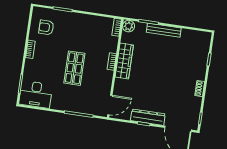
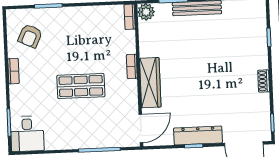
armchair: (46, 27) -> (30, 36), turned -65
wardrobe: (124, 61) -> (150, 83), moved
shop shelf: (74, 68) -> (81, 86), turned 90
desk: (36, 94) -> (27, 134), width x0.73

